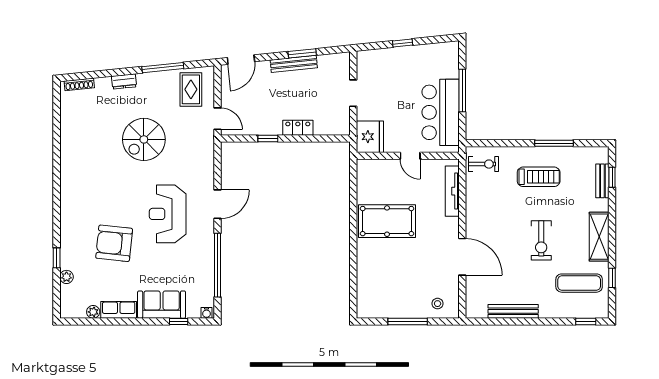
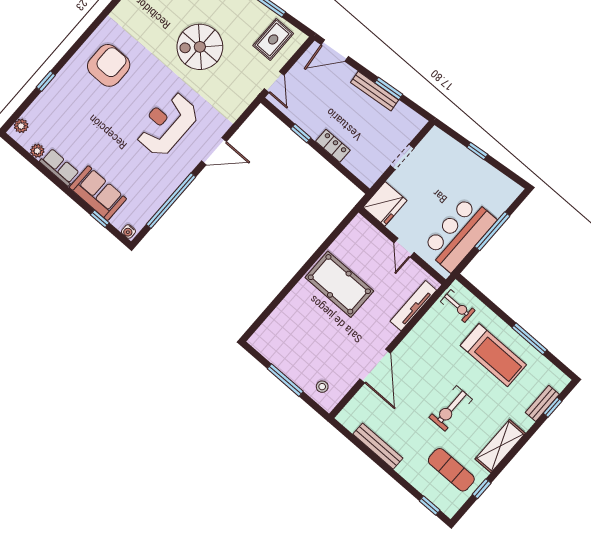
treadmill: (539, 177) -> (493, 355), width x1.37, depth x1.38
armchair: (114, 243) -> (109, 65), moved, turned 84
plant: (67, 277) -> (21, 126), moved

